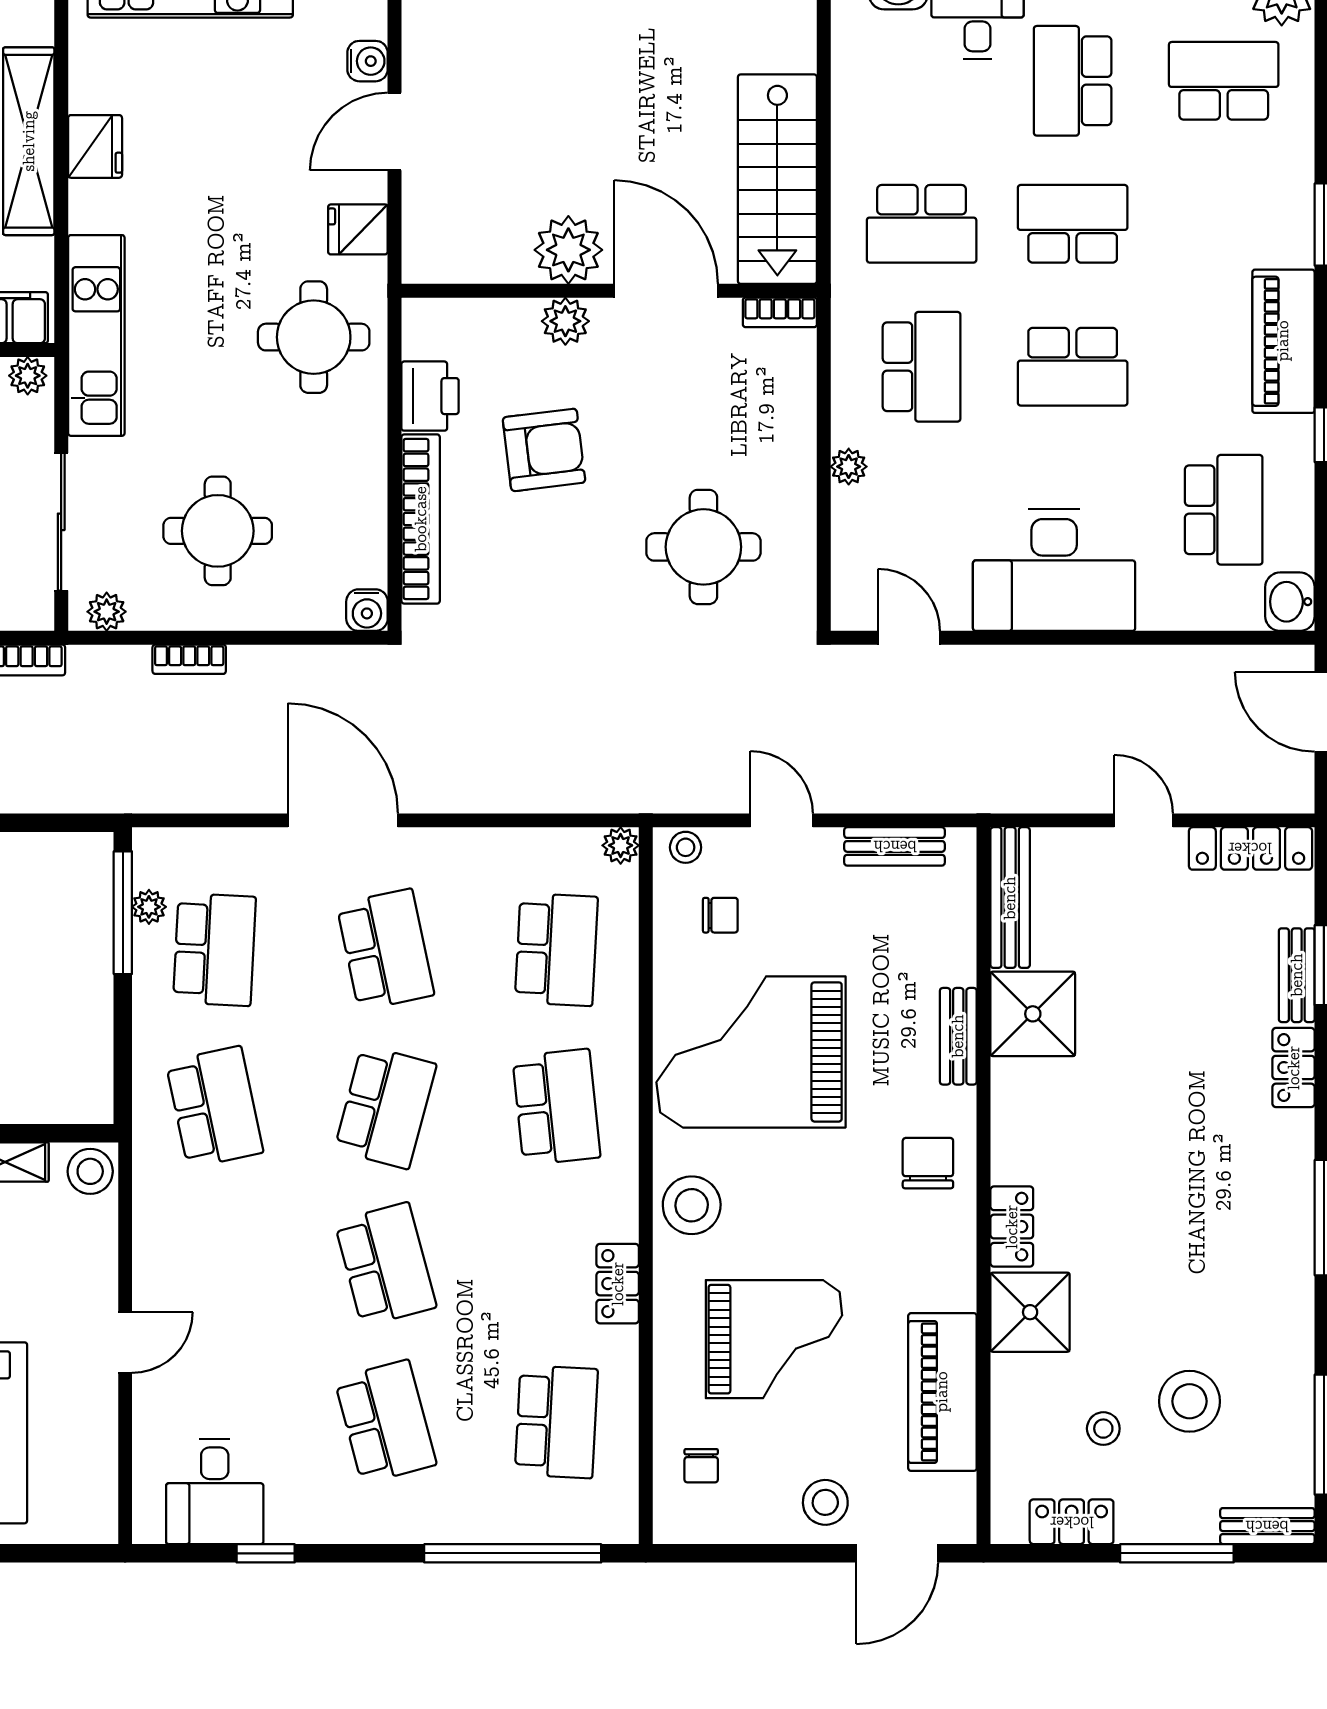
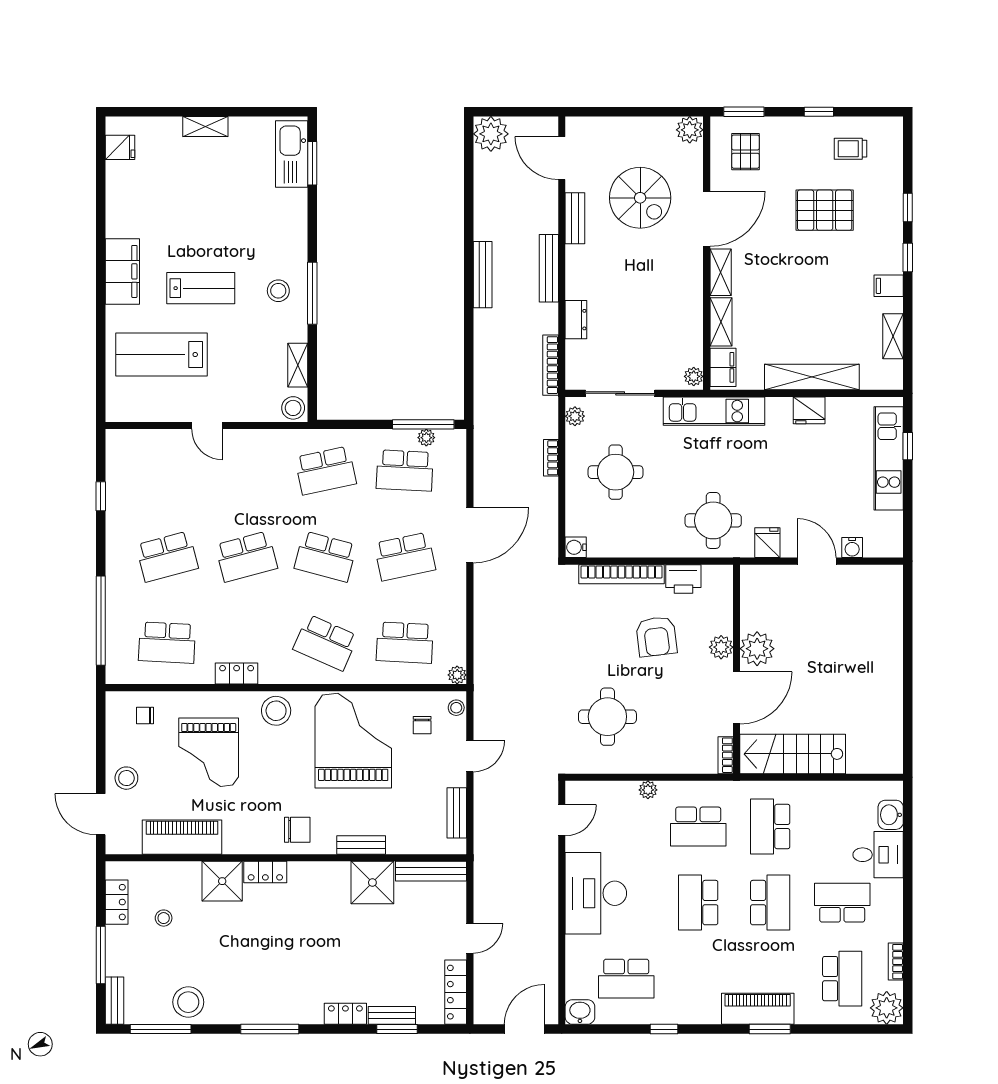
piano: (1283, 341) -> (758, 1009), moved
school desk: (556, 1107) -> (326, 643), turned 30
stool: (1190, 1401) -> (188, 1002), moved
desk: (215, 1492) -> (132, 471), removed

